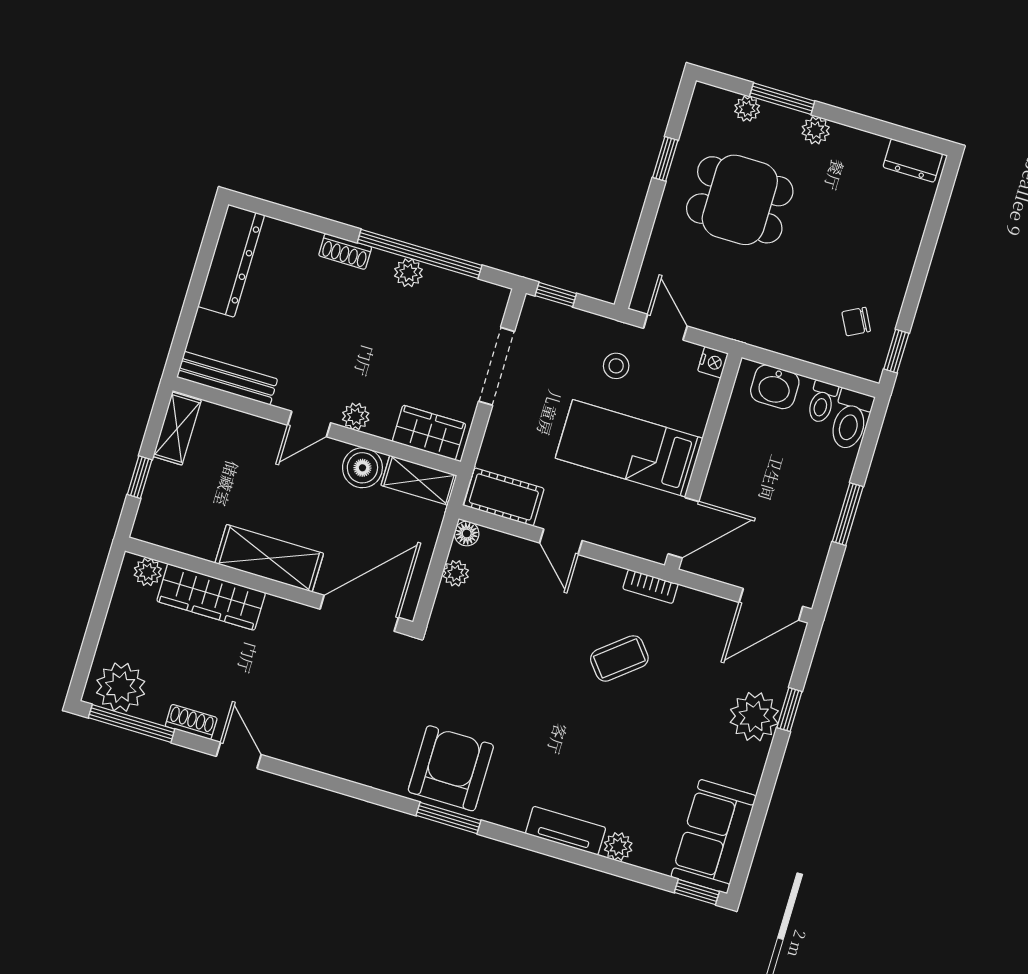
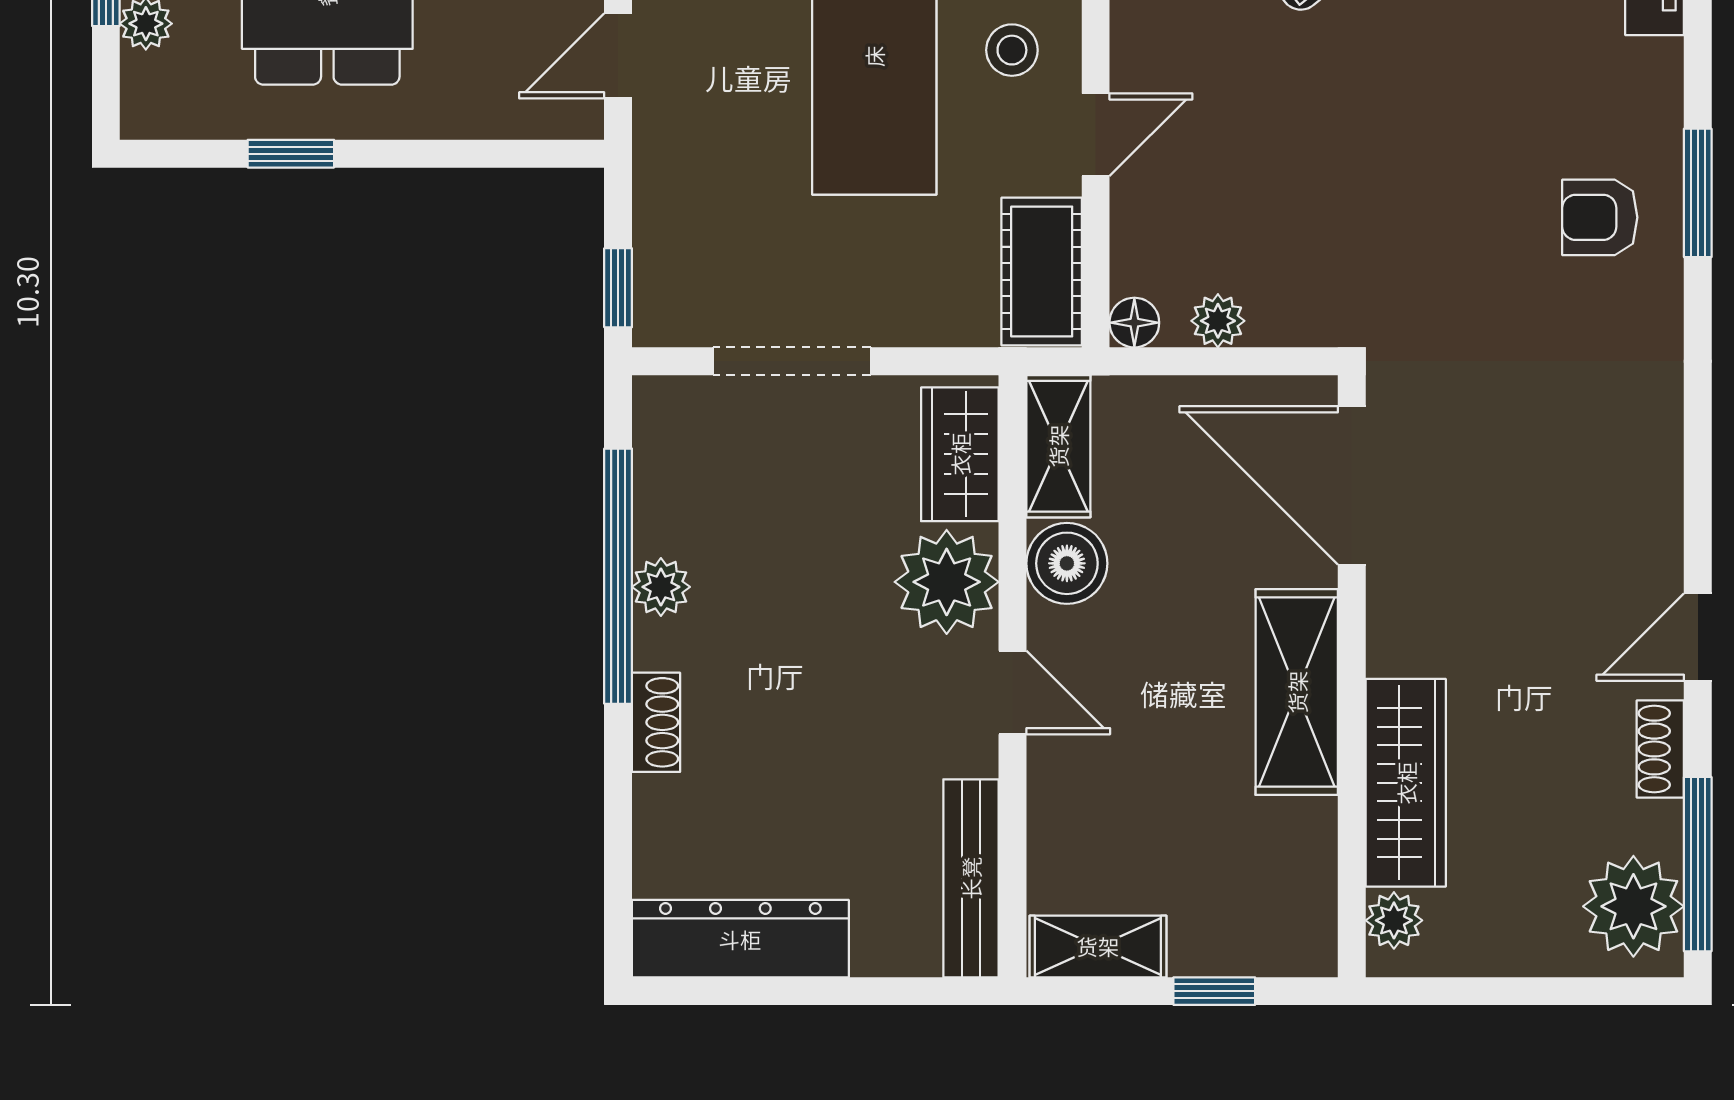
stool: (616, 366) -> (1012, 50), moved
plant: (356, 416) -> (947, 582), width x1.88, depth x1.88
armchair: (451, 768) -> (1600, 217), width x0.53, depth x0.53

